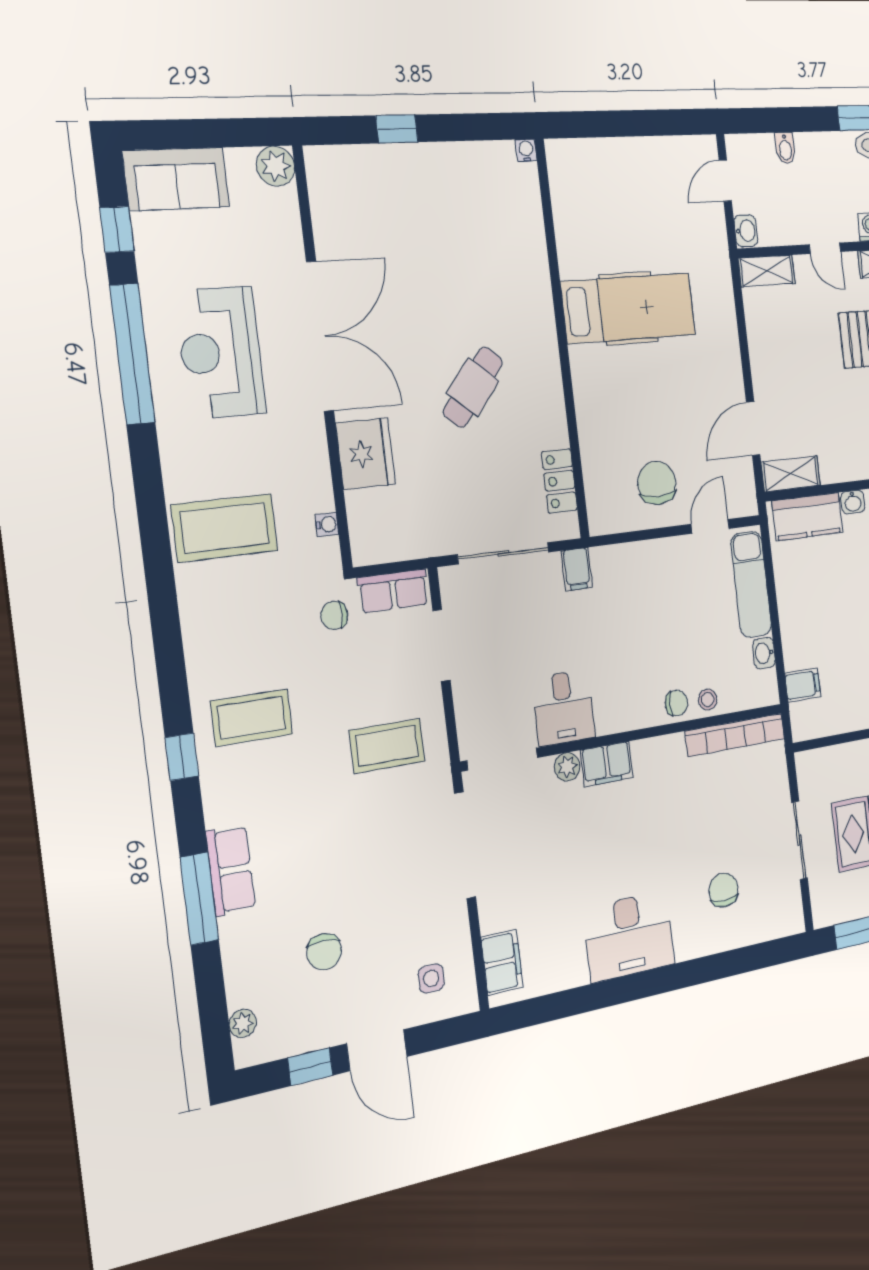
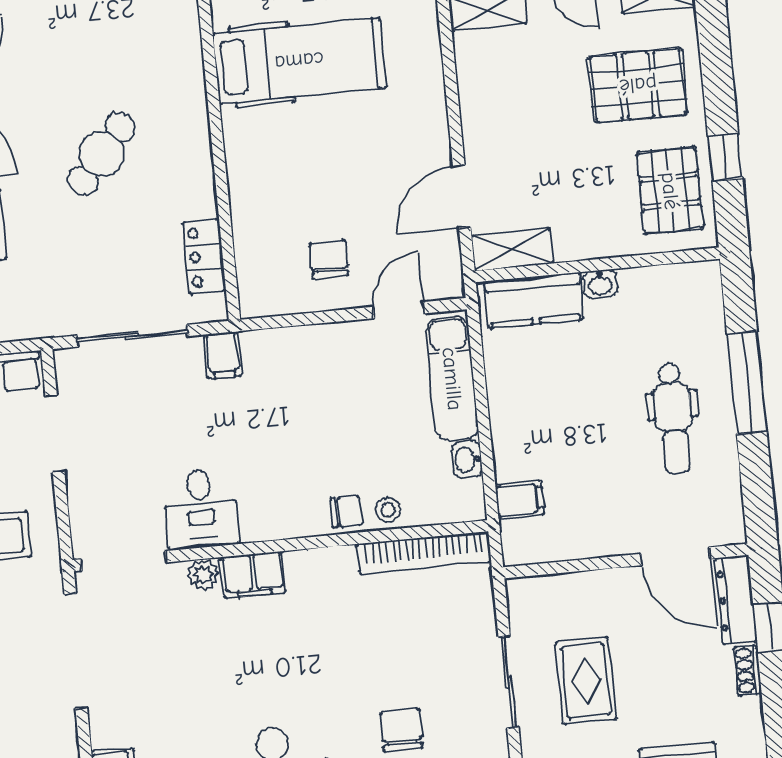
chair: (657, 483) -> (329, 260), width x0.73, depth x0.73

